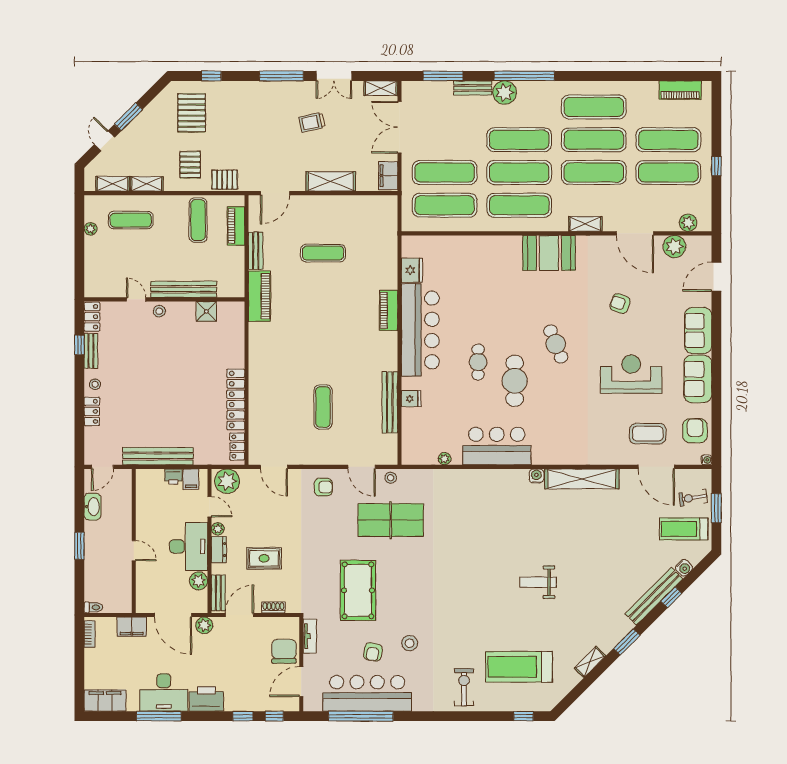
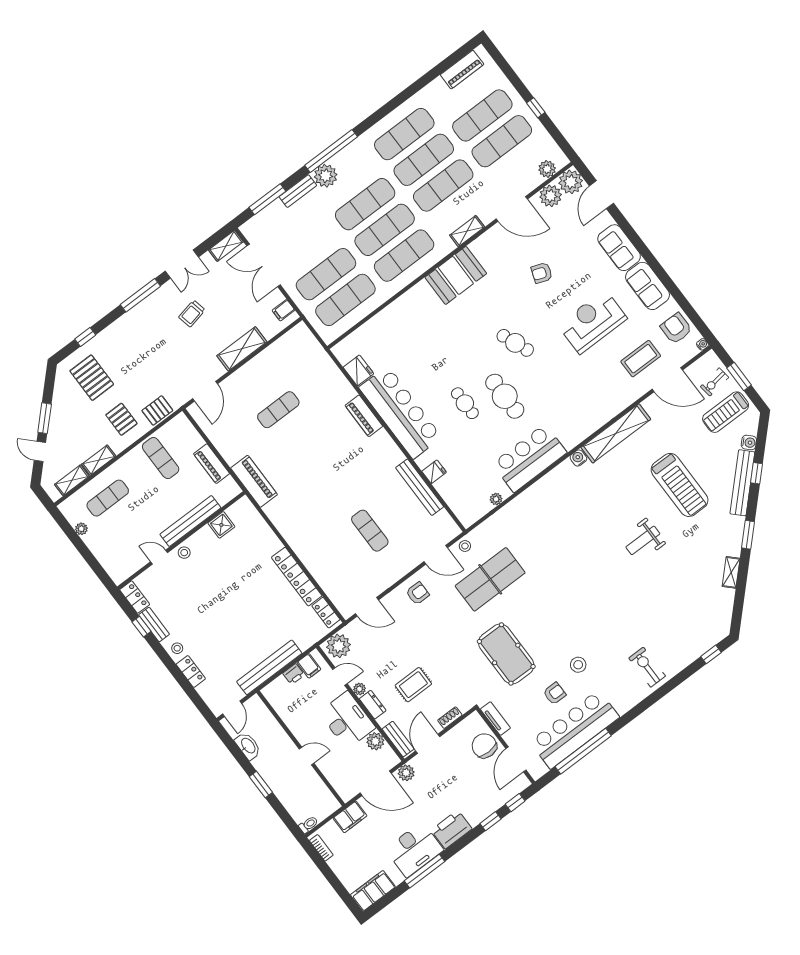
filing cabinet: (388, 176) -> (284, 310), width x0.50
piano: (236, 226) -> (212, 464), moved
plant: (699, 248) -> (571, 182), added
bench: (256, 251) -> (224, 448), removed
armchair: (373, 652) -> (555, 693), turned -100
treadmill: (519, 667) -> (680, 485), moved, turned -90

